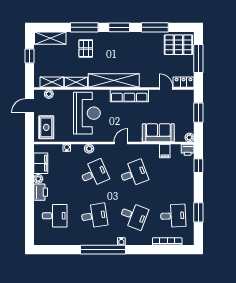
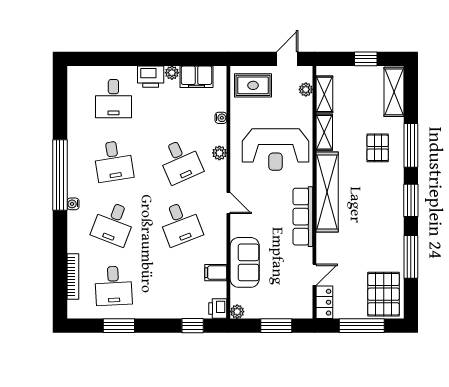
pallet: (86, 49) -> (378, 148), turned 90
door: (29, 106) -> (287, 59), hinge flipped

